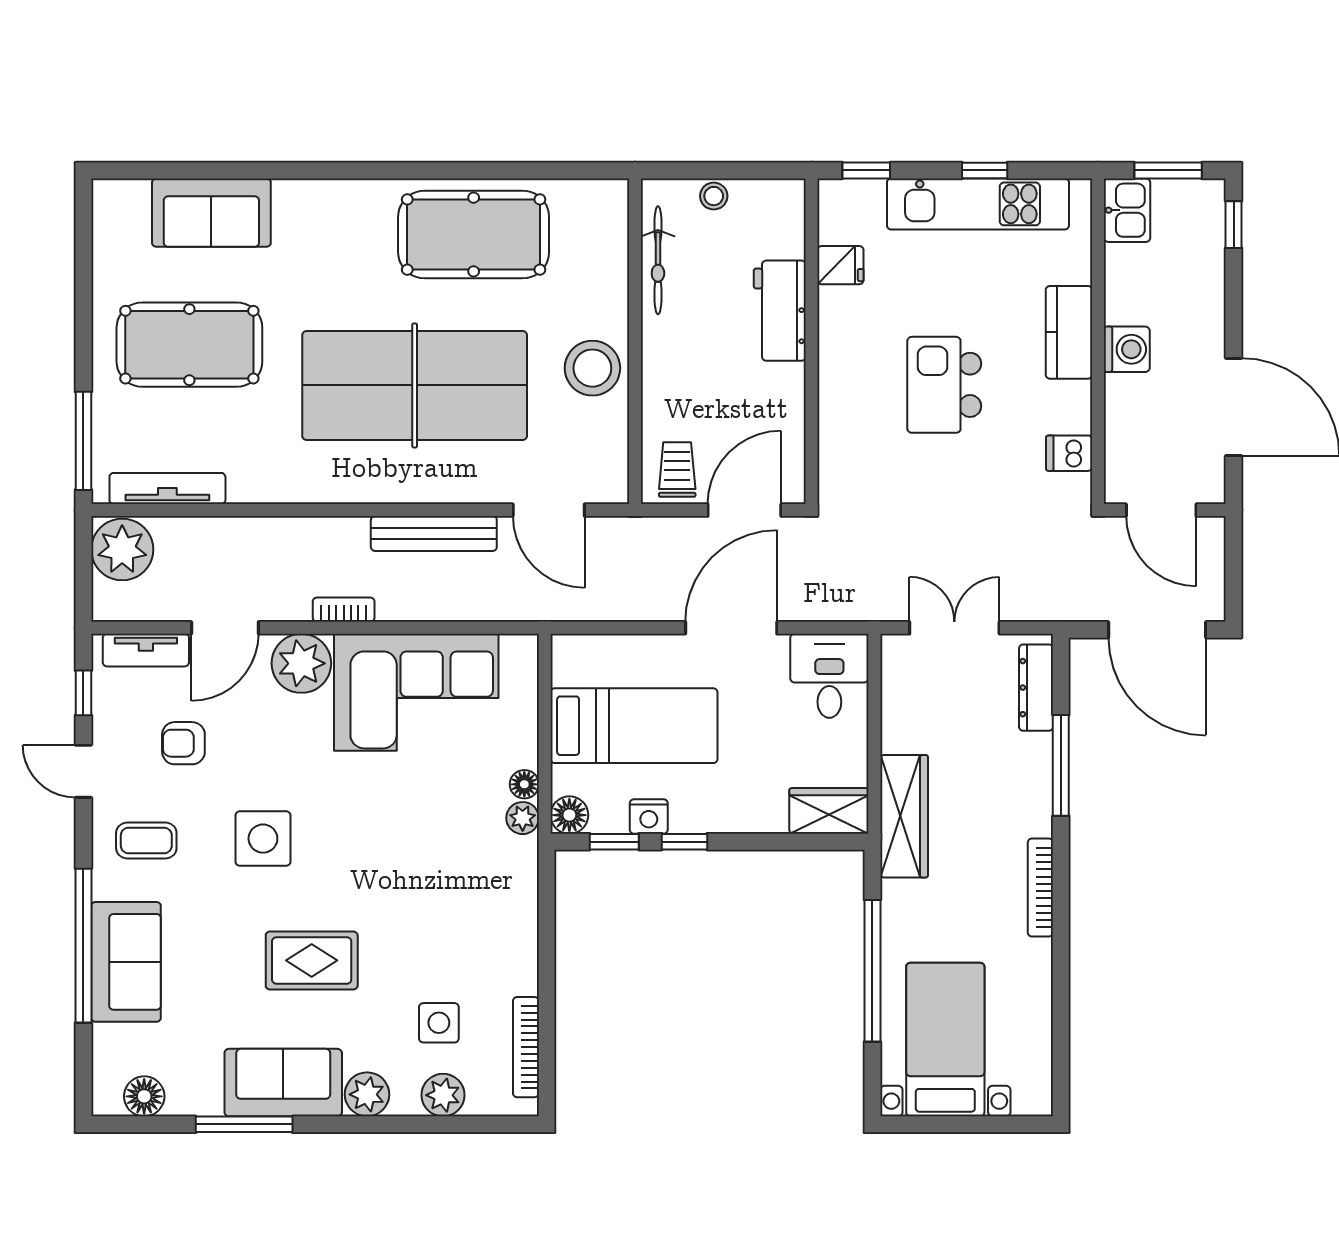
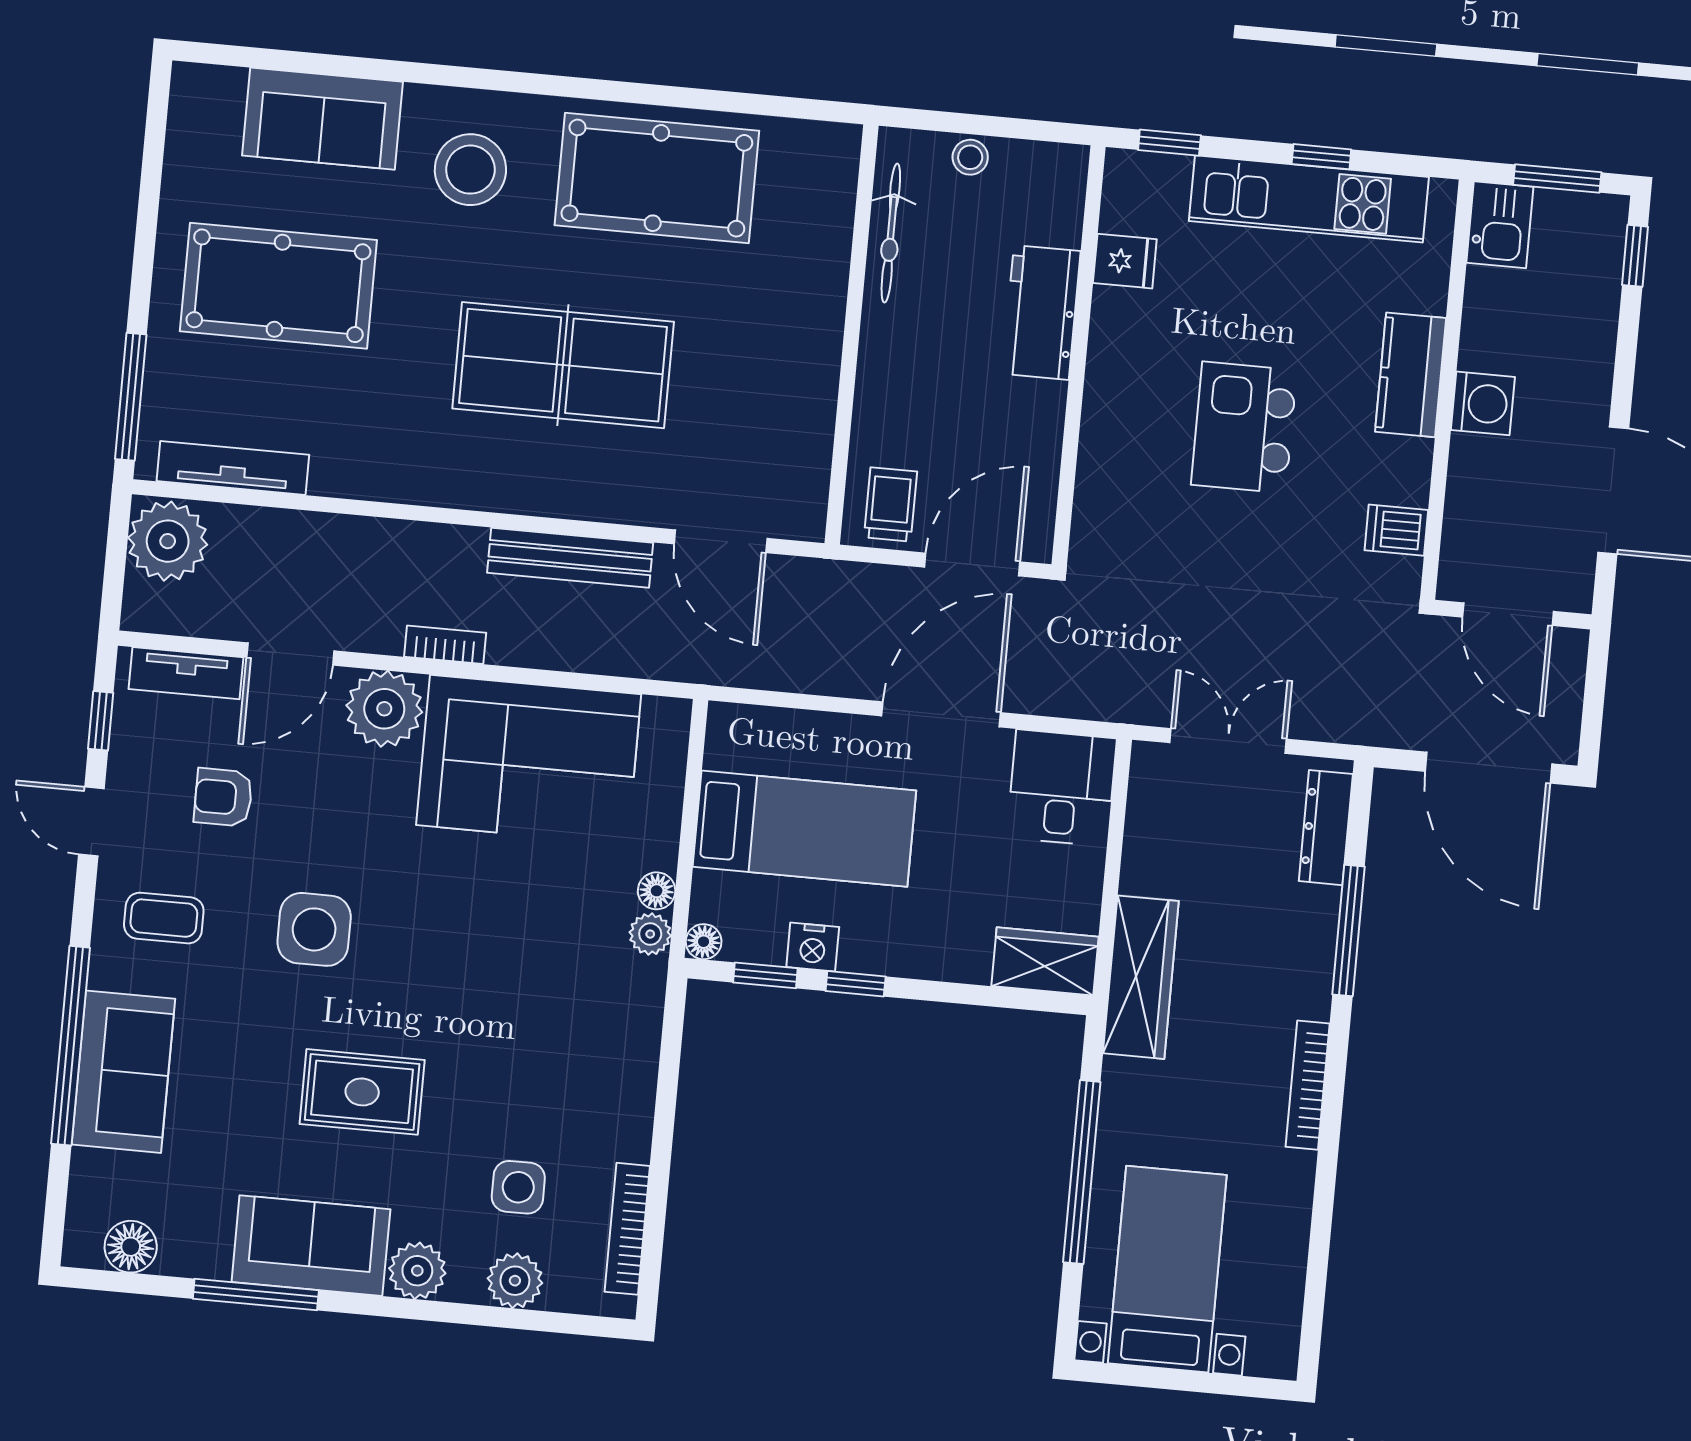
stool: (592, 368) -> (470, 170), moved
table tennis table: (415, 385) -> (563, 365), width x0.73, depth x0.76
floor lamp: (569, 815) -> (704, 942), width x0.73, depth x0.73

